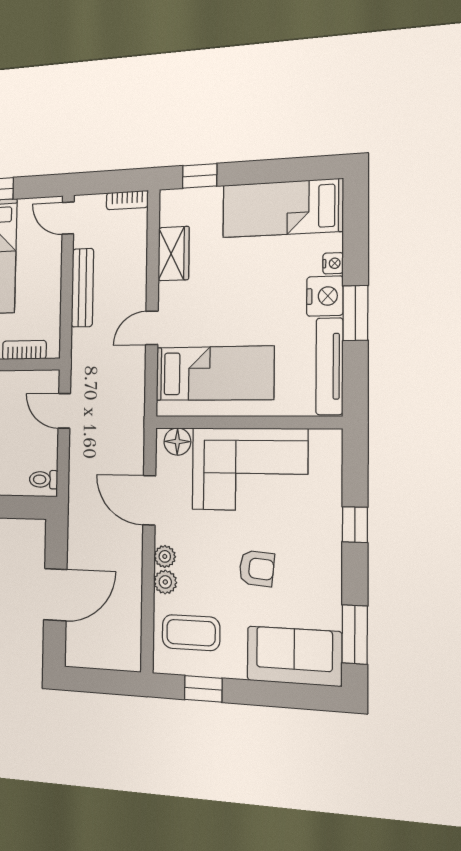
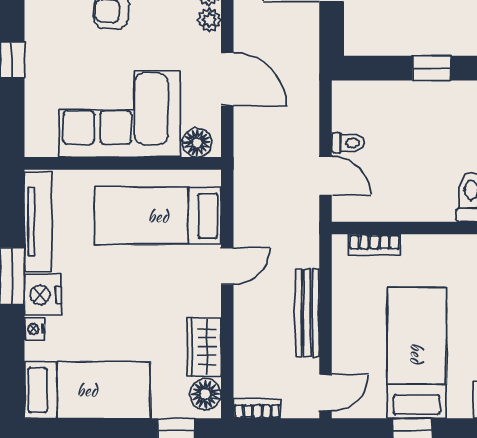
floor lamp: (173, 211) -> (205, 394), added
door: (68, 218) -> (326, 393), hinge flipped
toilet: (44, 479) -> (348, 143), moved

